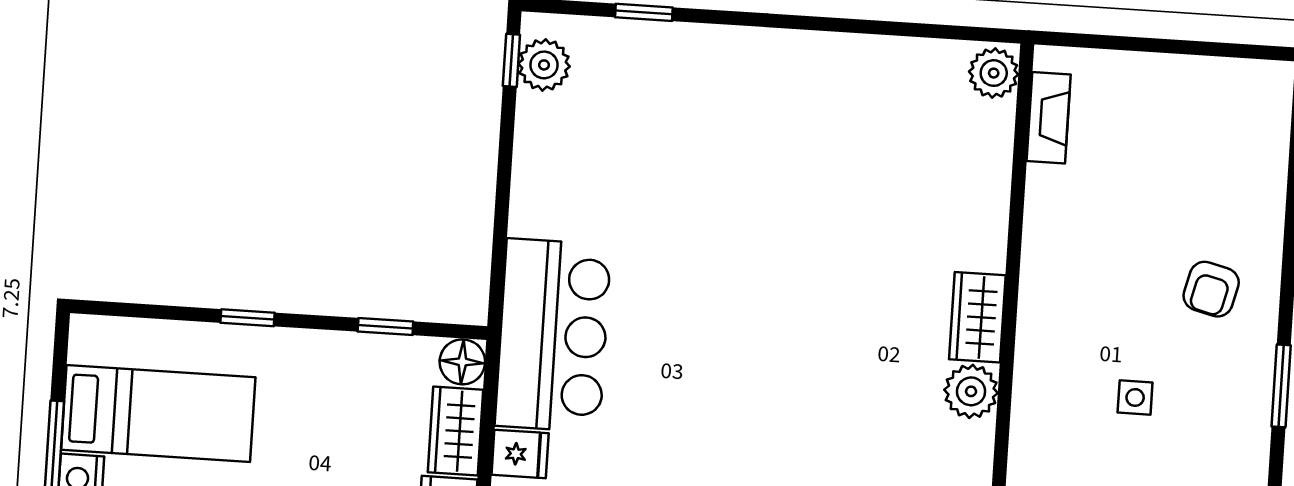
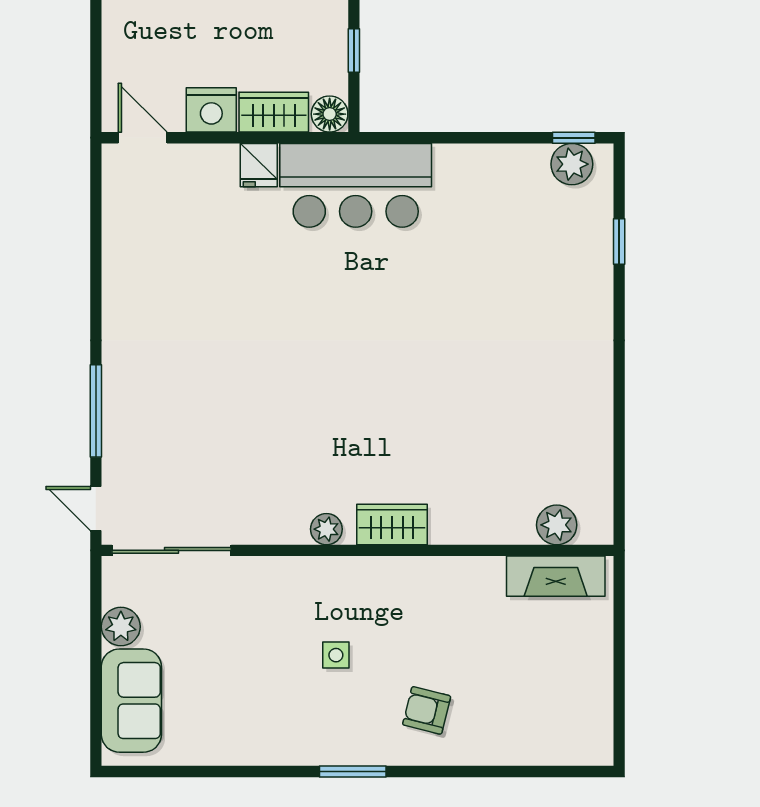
plant: (994, 73) -> (557, 525), moved
fireplace: (1049, 118) -> (556, 576), width x1.37, depth x1.32
plant: (971, 391) -> (326, 529), width x0.73, depth x0.73

